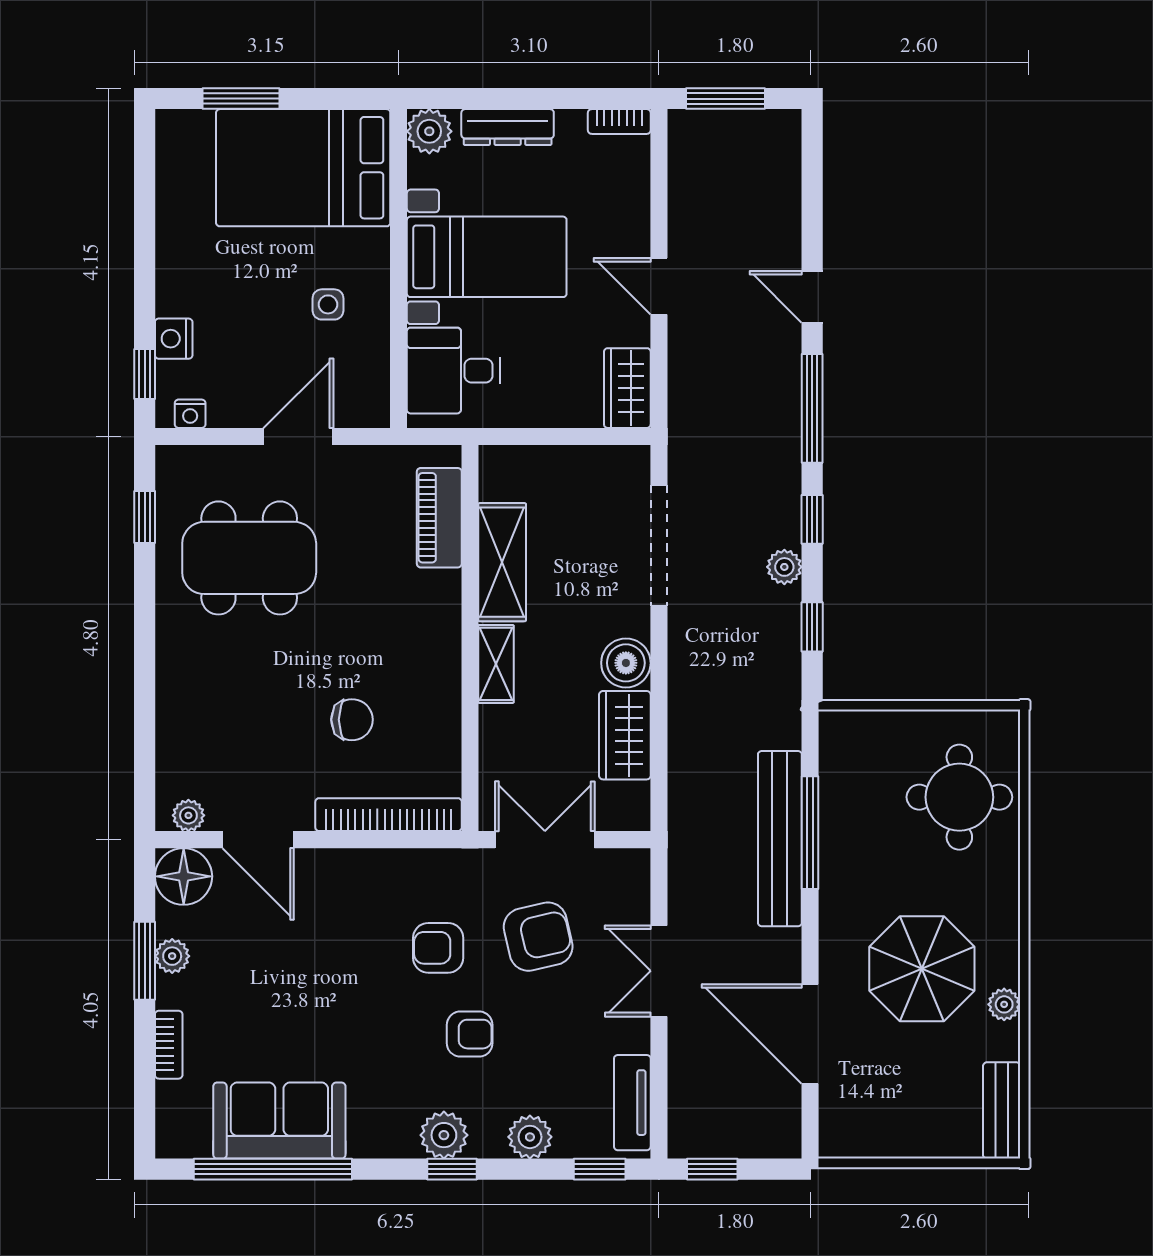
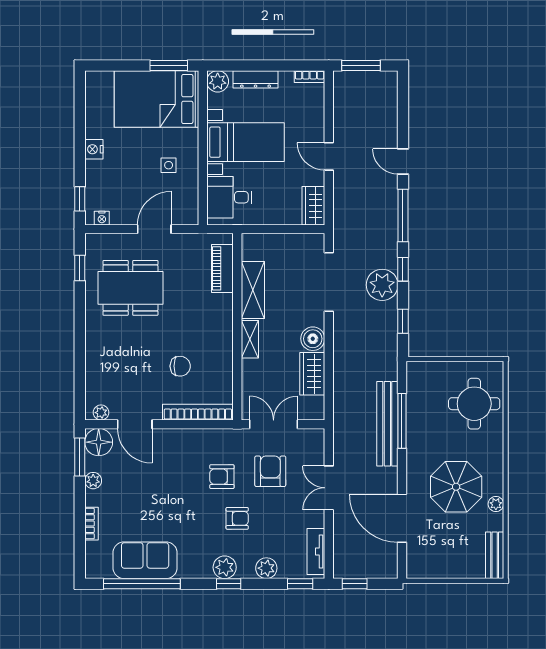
window: (241, 99) -> (169, 65), moved
nightstand: (174, 339) -> (94, 149), moved
plant: (784, 567) -> (382, 285), width x1.87, depth x1.87
armchair: (538, 937) -> (270, 471), turned -77
window: (145, 961) -> (80, 457), moved

